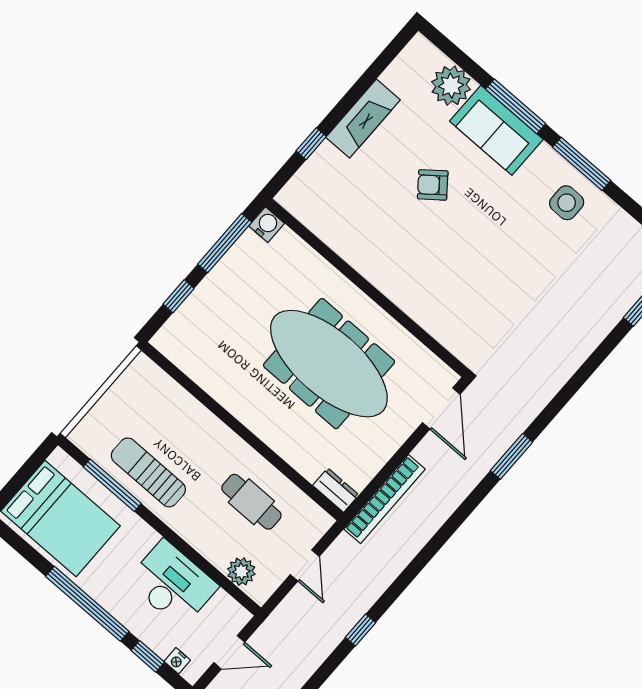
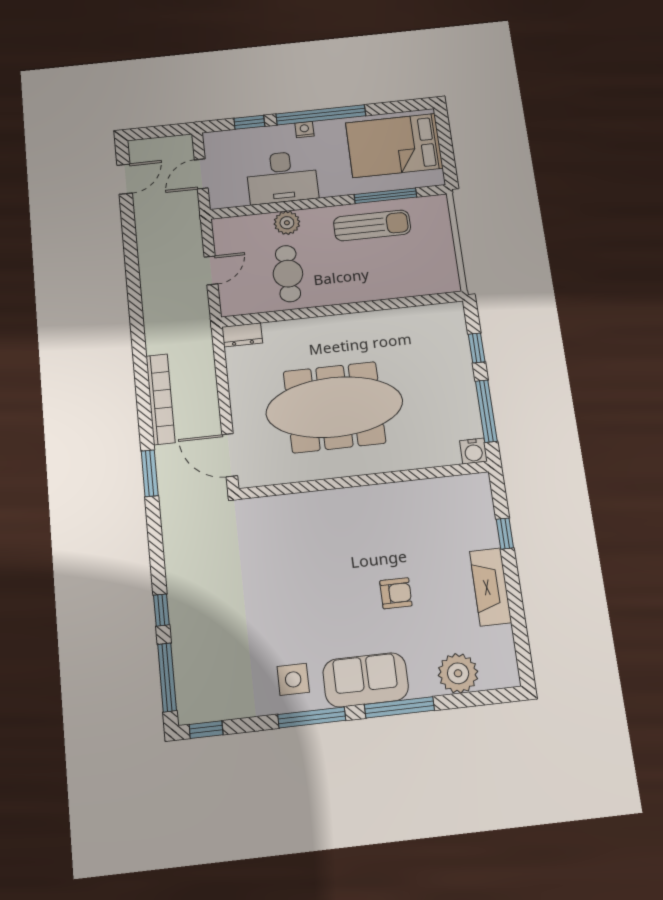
sofa: (496, 130) -> (366, 680), moved
armchair: (433, 185) -> (396, 593), turned 38
bookcase: (384, 499) -> (160, 399), moved, turned 180
cafe table: (251, 502) -> (288, 274), turned 90
door: (305, 566) -> (211, 270), swing flipped
plant: (241, 572) -> (287, 223), moved
window: (360, 630) -> (161, 610), moved
nightstand: (177, 661) -> (304, 130), moved

